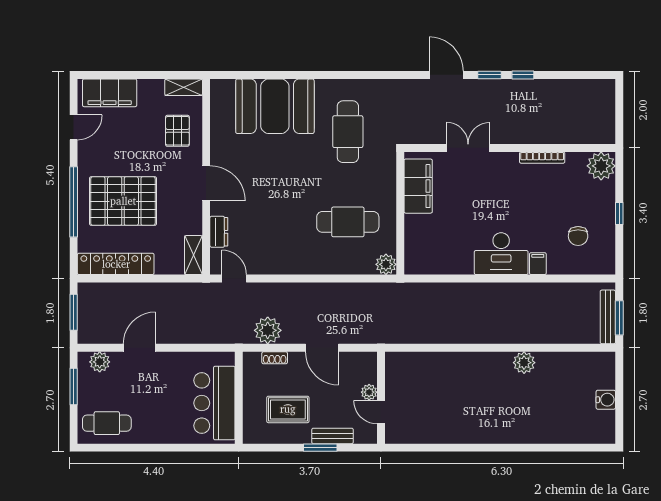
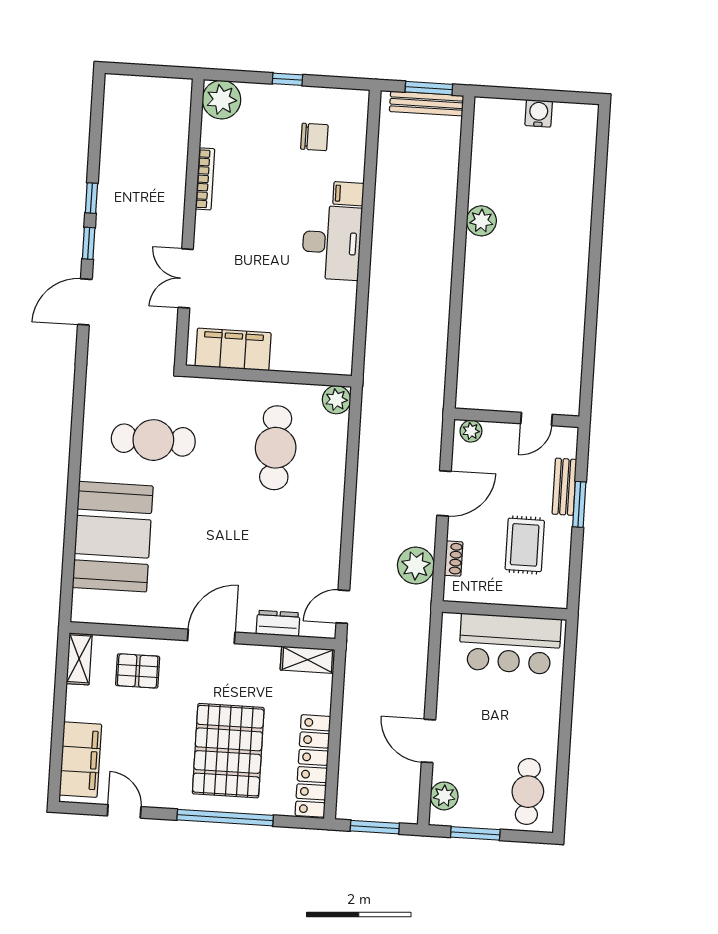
plant: (369, 392) -> (471, 431), moved

